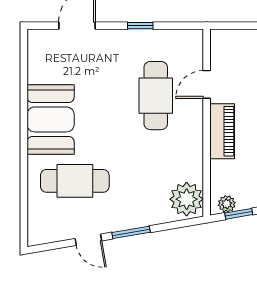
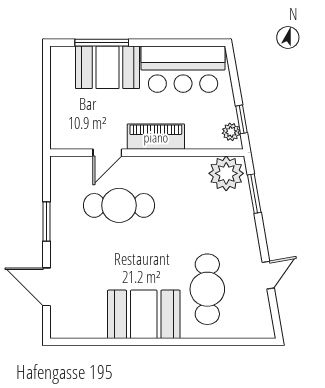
window: (140, 26) -> (47, 221), width x1.50
door: (207, 84) -> (107, 153), hinge flipped
window: (131, 232) -> (254, 194), moved

